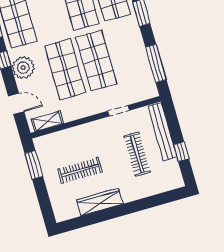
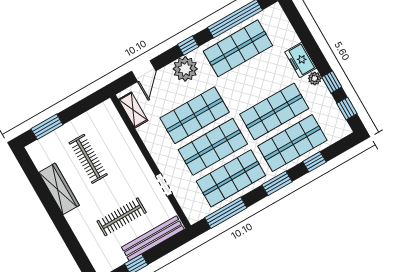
shop shelf: (127, 52) -> (231, 178), added
window: (34, 165) -> (47, 127), moved

